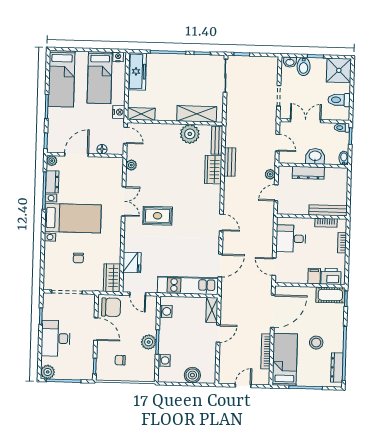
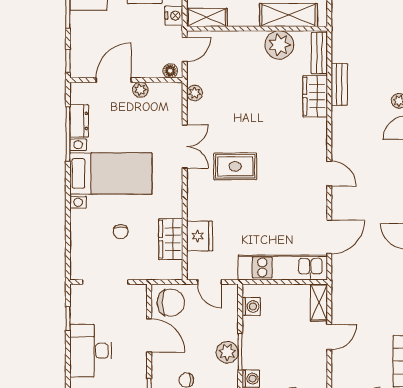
door: (125, 135) -> (185, 50), hinge flipped
floor lamp: (102, 149) -> (170, 71), moved
plant: (52, 161) -> (140, 90), moved
wardrobe: (112, 278) -> (171, 239), moved

